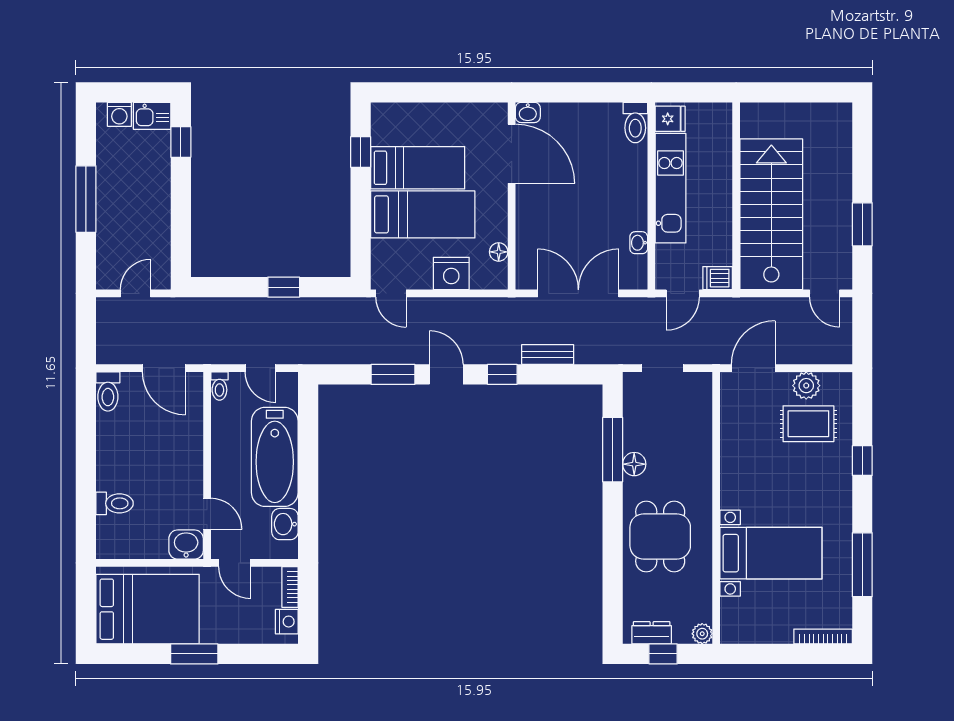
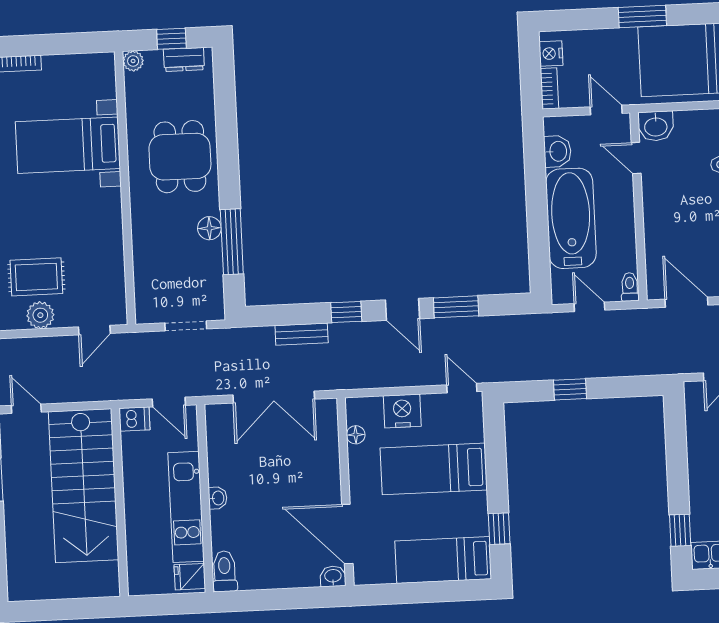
bed: (418, 168) -> (443, 560), moved
washbasin: (639, 243) -> (218, 498), moved
door: (683, 293) -> (169, 402), swing flipped
door: (753, 368) -> (94, 330), width x0.73

